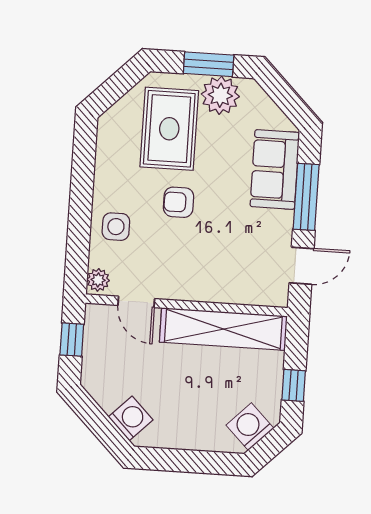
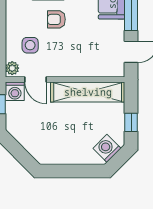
side table: (116, 227) -> (30, 45), moved
washing machine: (131, 418) -> (15, 91), moved, turned 135

